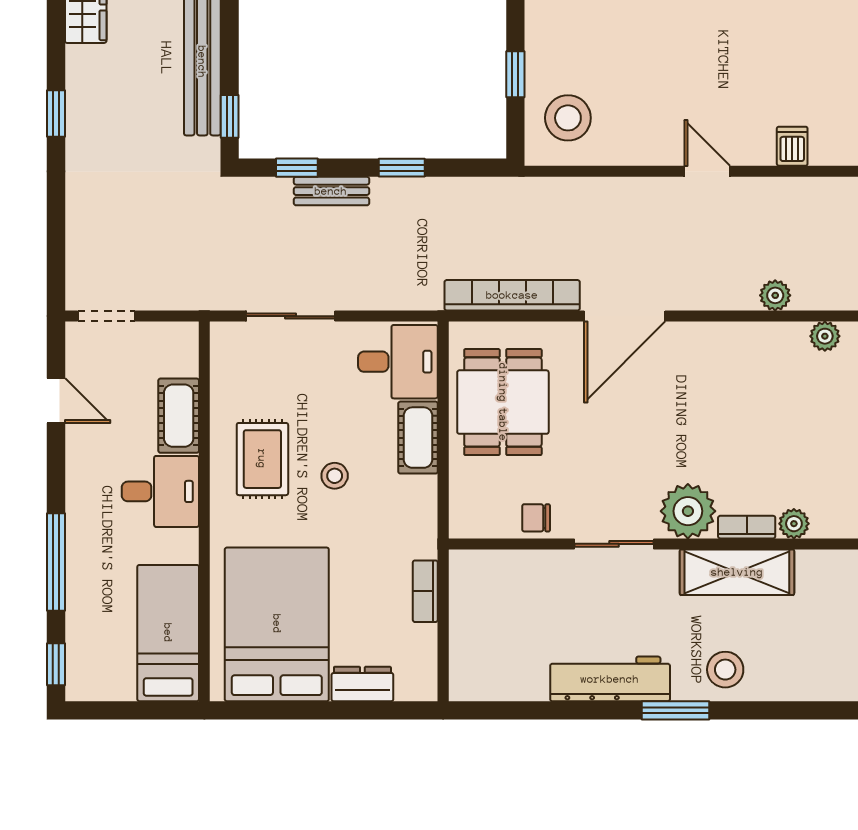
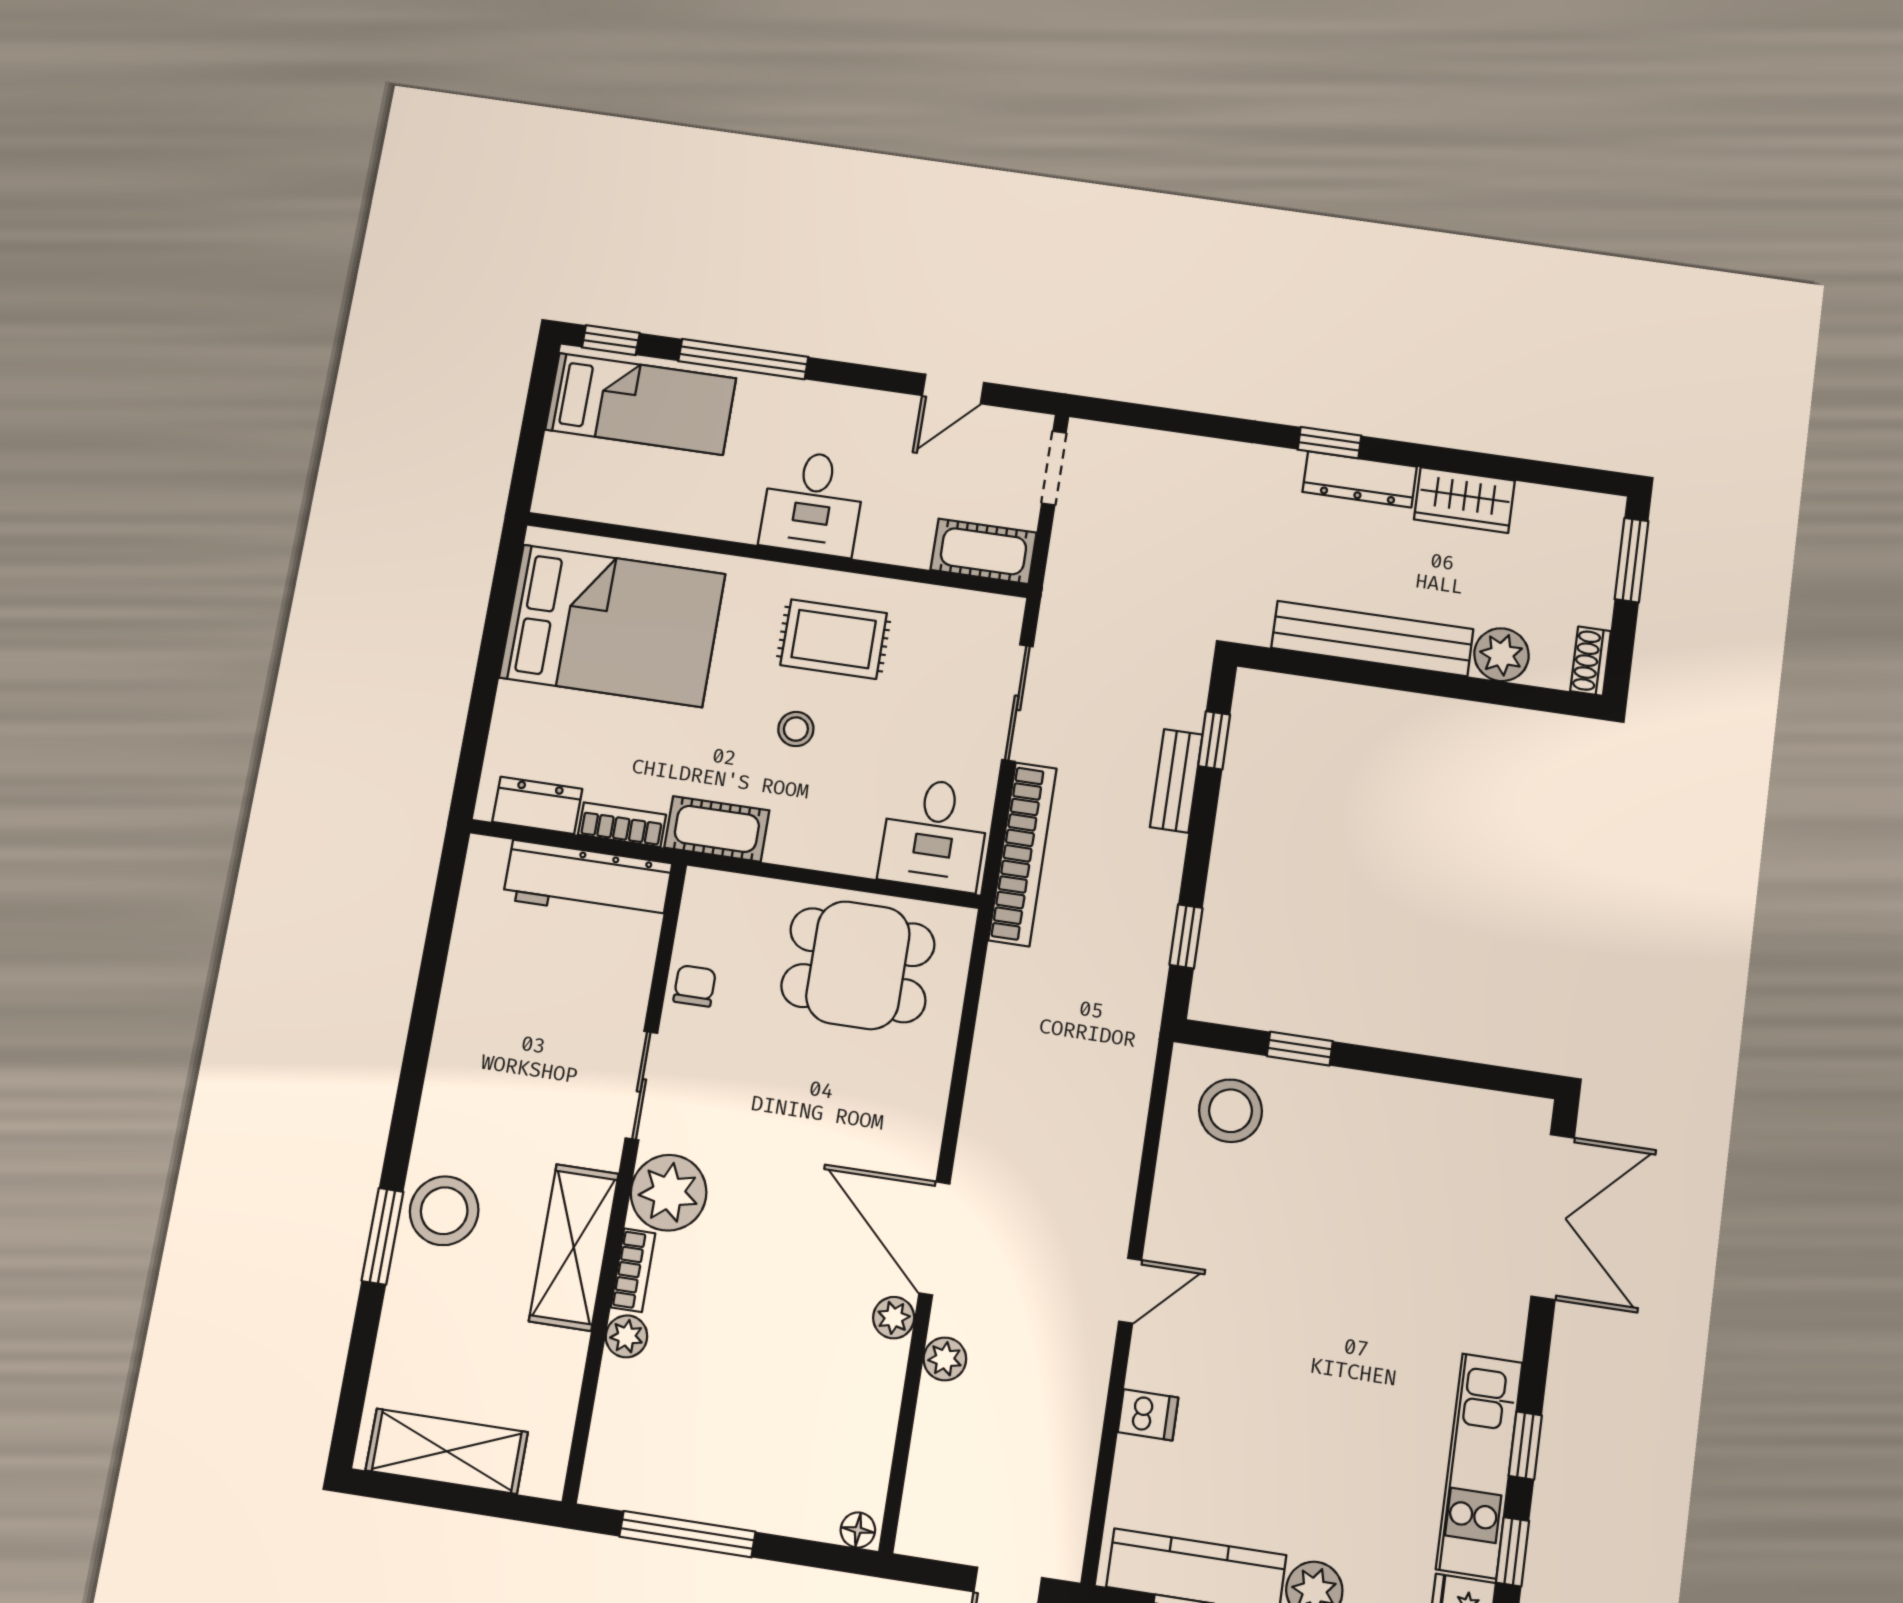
dresser: (81, 87) -> (1360, 479), added
window: (230, 116) -> (1295, 663), removed
window: (402, 168) -> (1186, 936), moved
bookcase: (512, 295) -> (1022, 854), moved
door: (625, 316) -> (934, 1238), moved
plant: (825, 336) -> (894, 1318), moved
cot: (179, 416) -> (983, 551), moved
cot: (418, 438) -> (717, 829), moved
bed: (168, 633) -> (641, 404), moved
stool: (725, 670) -> (444, 1211), width x1.38, depth x1.38
workbench: (610, 679) -> (587, 881), moved, turned 90
dresser: (362, 684) -> (537, 805), moved, turned -90
window: (676, 710) -> (382, 1236), moved

